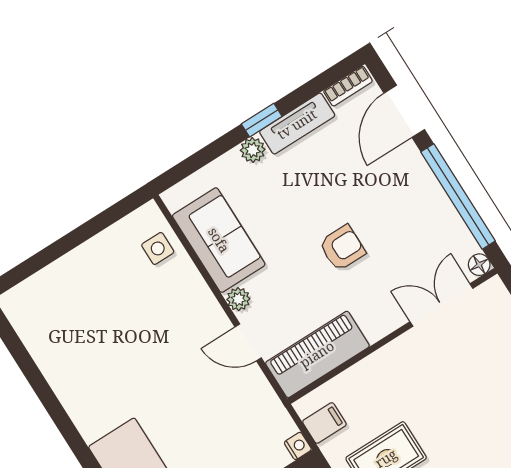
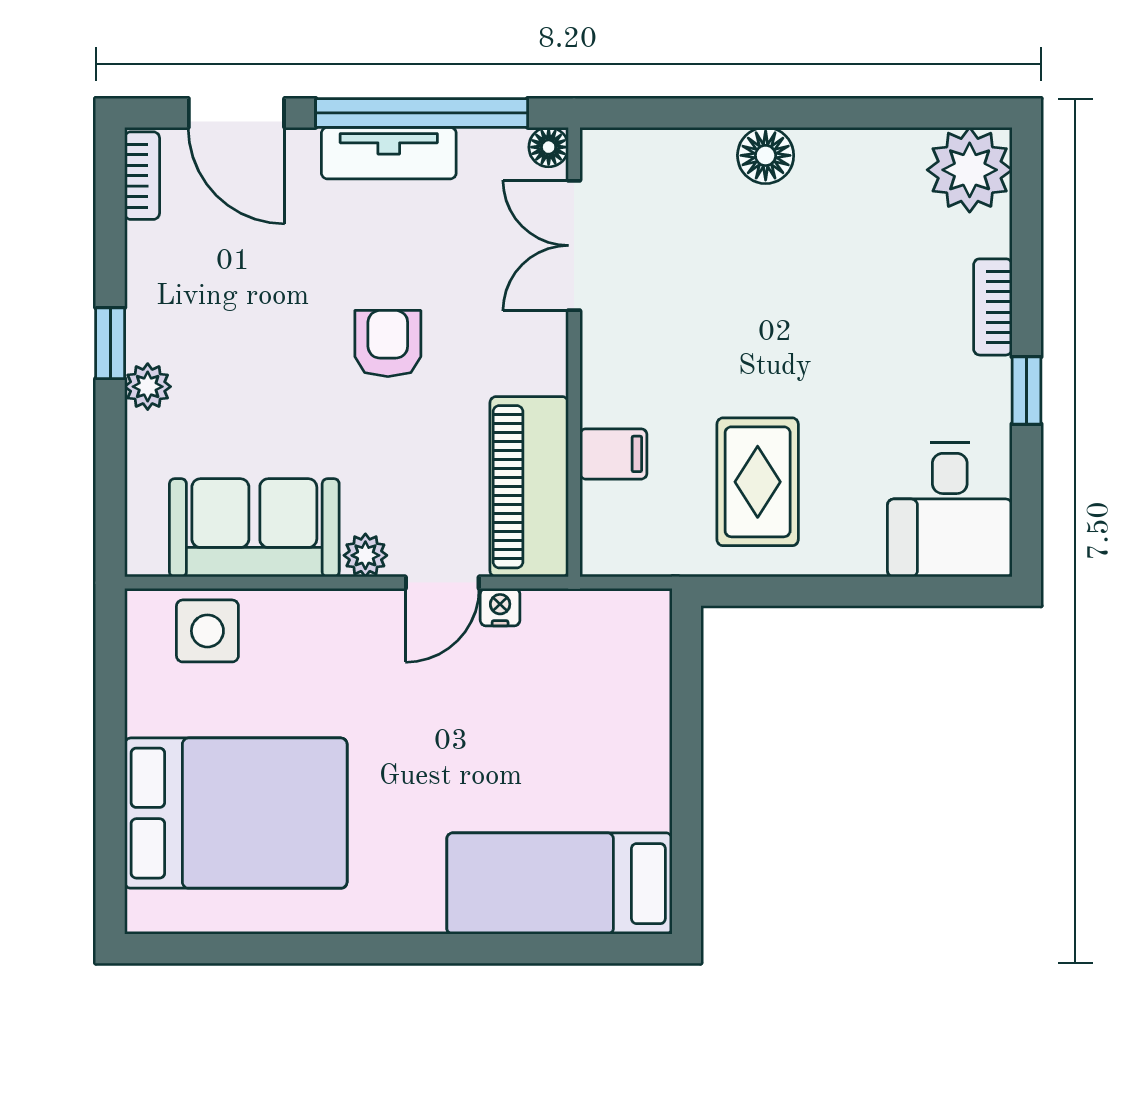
tv unit: (297, 124) -> (389, 153), moved, turned 90
side table: (158, 248) -> (207, 631), width x1.37, depth x1.37
bed: (82, 314) -> (236, 813), added
filing cabinet: (324, 423) -> (613, 454), moved, turned 90
nightstand: (298, 446) -> (500, 607), moved

